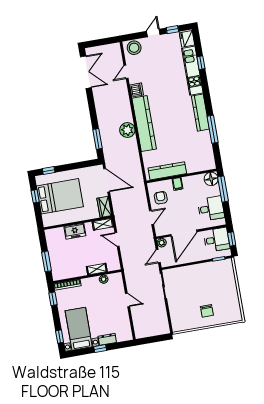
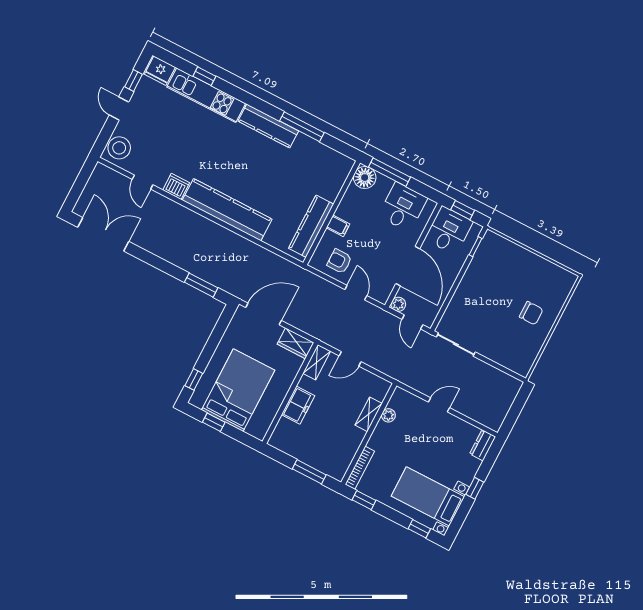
plant: (127, 130) -> (219, 238), removed
dresser: (107, 339) -> (483, 445), moved

